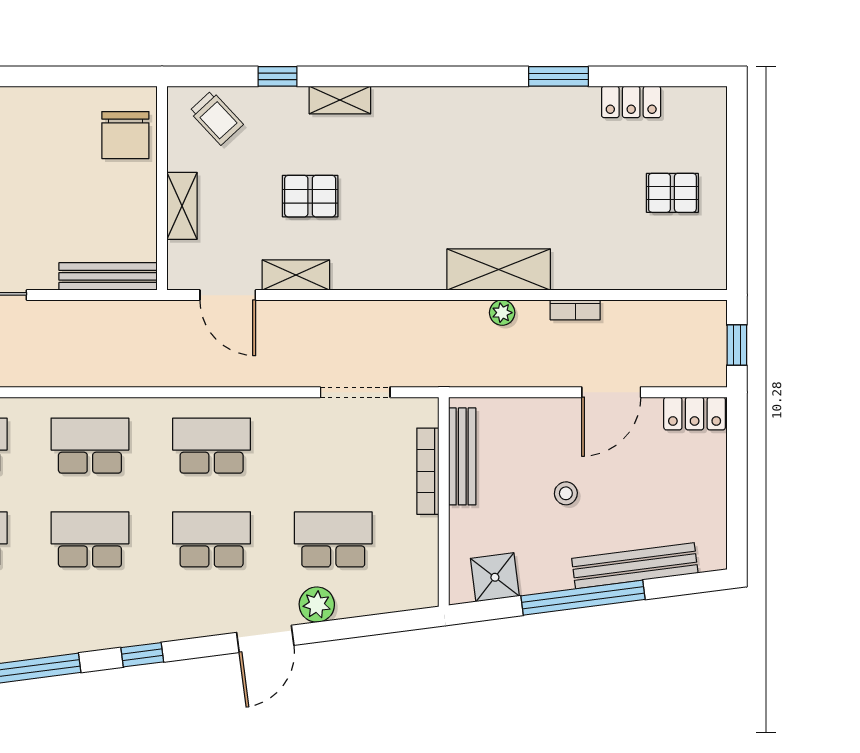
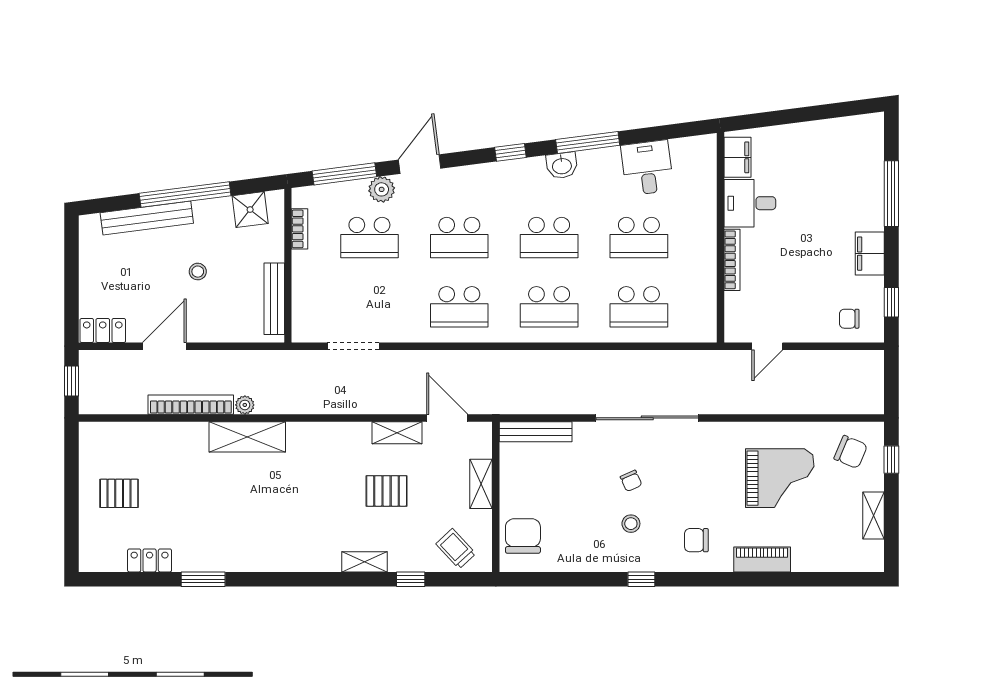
bookcase: (575, 310) -> (191, 405), width x2.31, depth x1.31
bookcase: (428, 471) -> (300, 229), moved, width x0.64
window: (367, 626) -> (344, 174), added
washbasin: (73, 637) -> (562, 165), added

